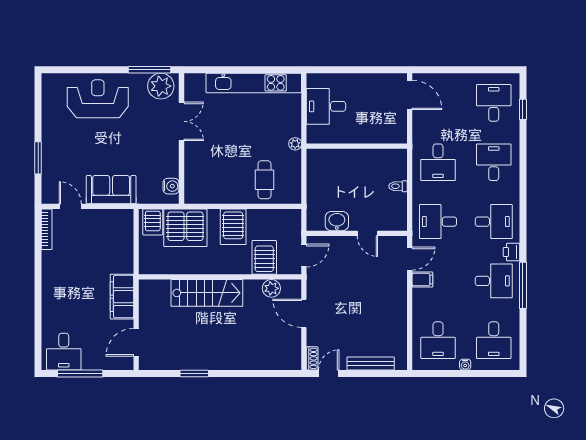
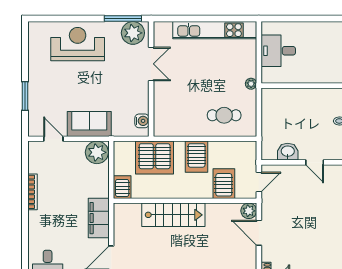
cafe table: (265, 180) -> (224, 115), turned 90
plant: (120, 222) -> (97, 152), added
server rack: (153, 222) -> (122, 187), moved, turned 180
bookcase: (47, 229) -> (33, 192), moved
plant: (271, 288) -> (249, 211), moved

